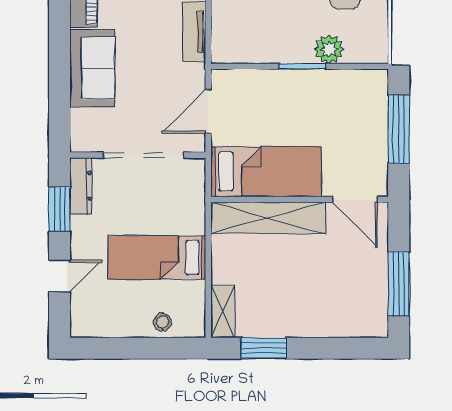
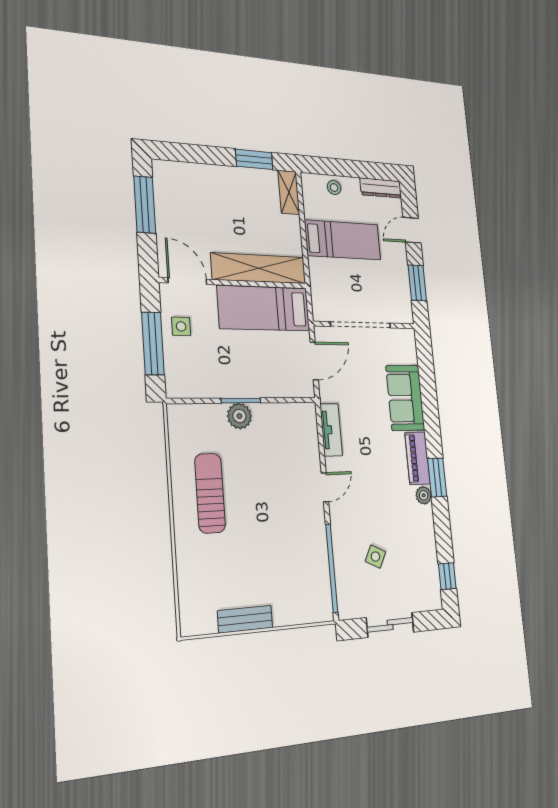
plant: (329, 49) -> (239, 416), moved
side table: (366, 148) -> (181, 326), added
dresser: (81, 186) -> (381, 188), moved, turned -90

